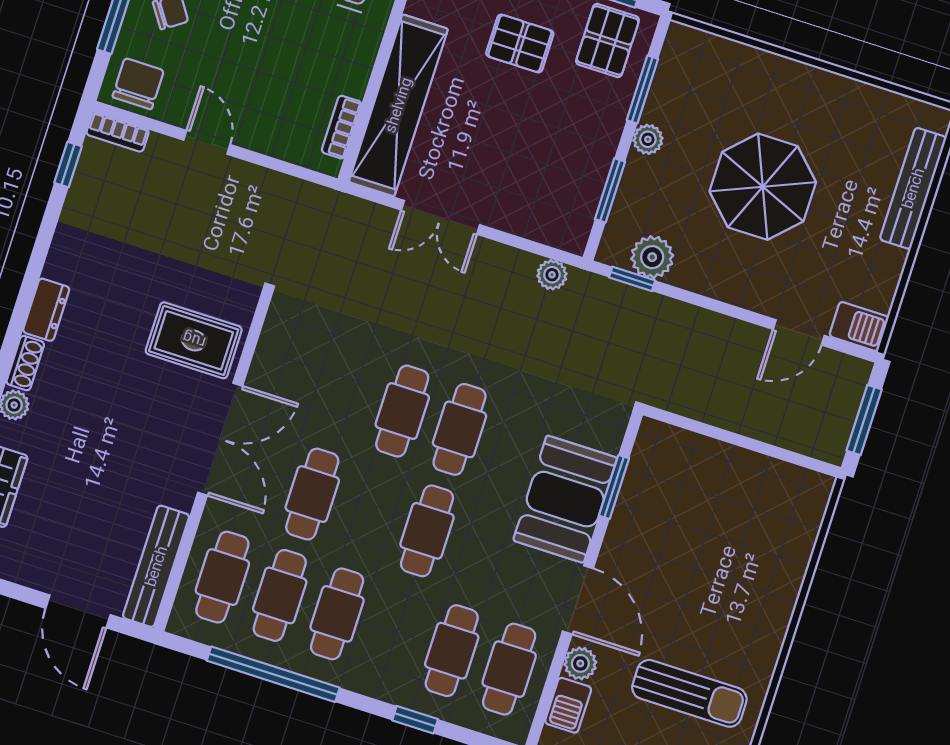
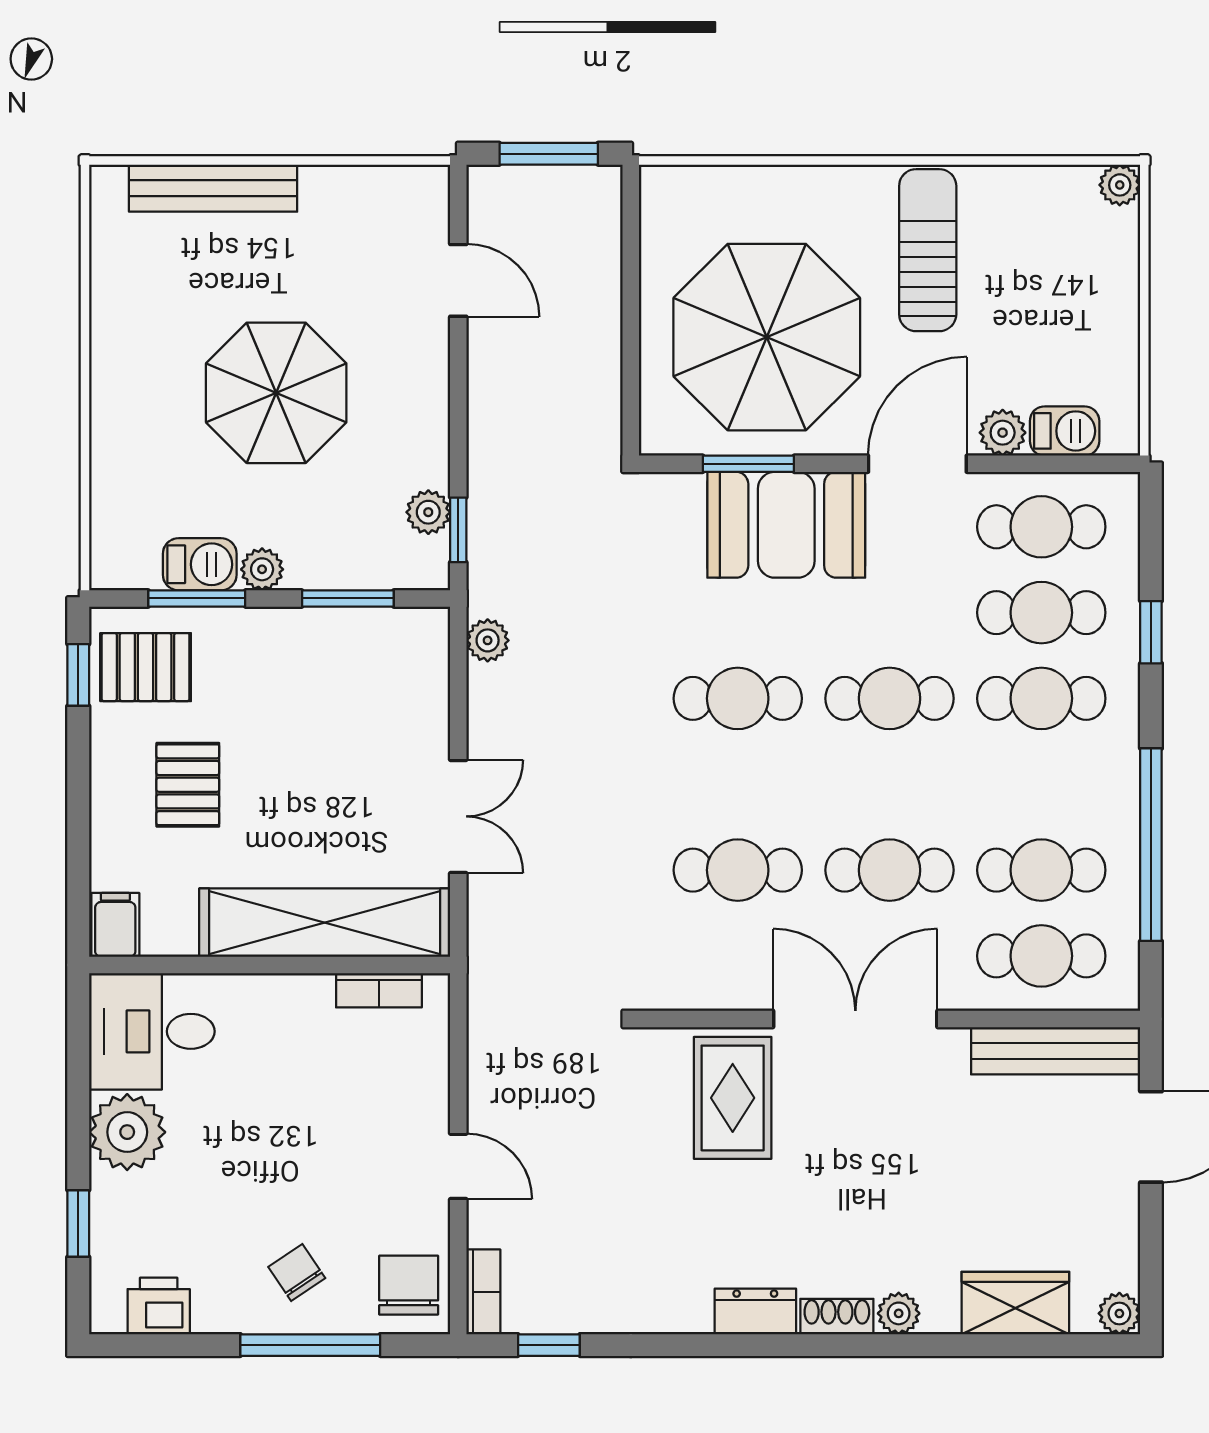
chair: (138, 84) -> (409, 1285), turned 90
door: (207, 142) -> (458, 1166), swing flipped
plant: (652, 257) -> (428, 512), width x0.73, depth x0.73
barbecue: (859, 326) -> (200, 564), moved, turned 90
cafe table: (402, 411) -> (738, 870), moved
parasol: (695, 526) -> (767, 337), added
cafe table: (337, 614) -> (1041, 698), moved
sun lounger: (689, 693) -> (928, 250), moved

